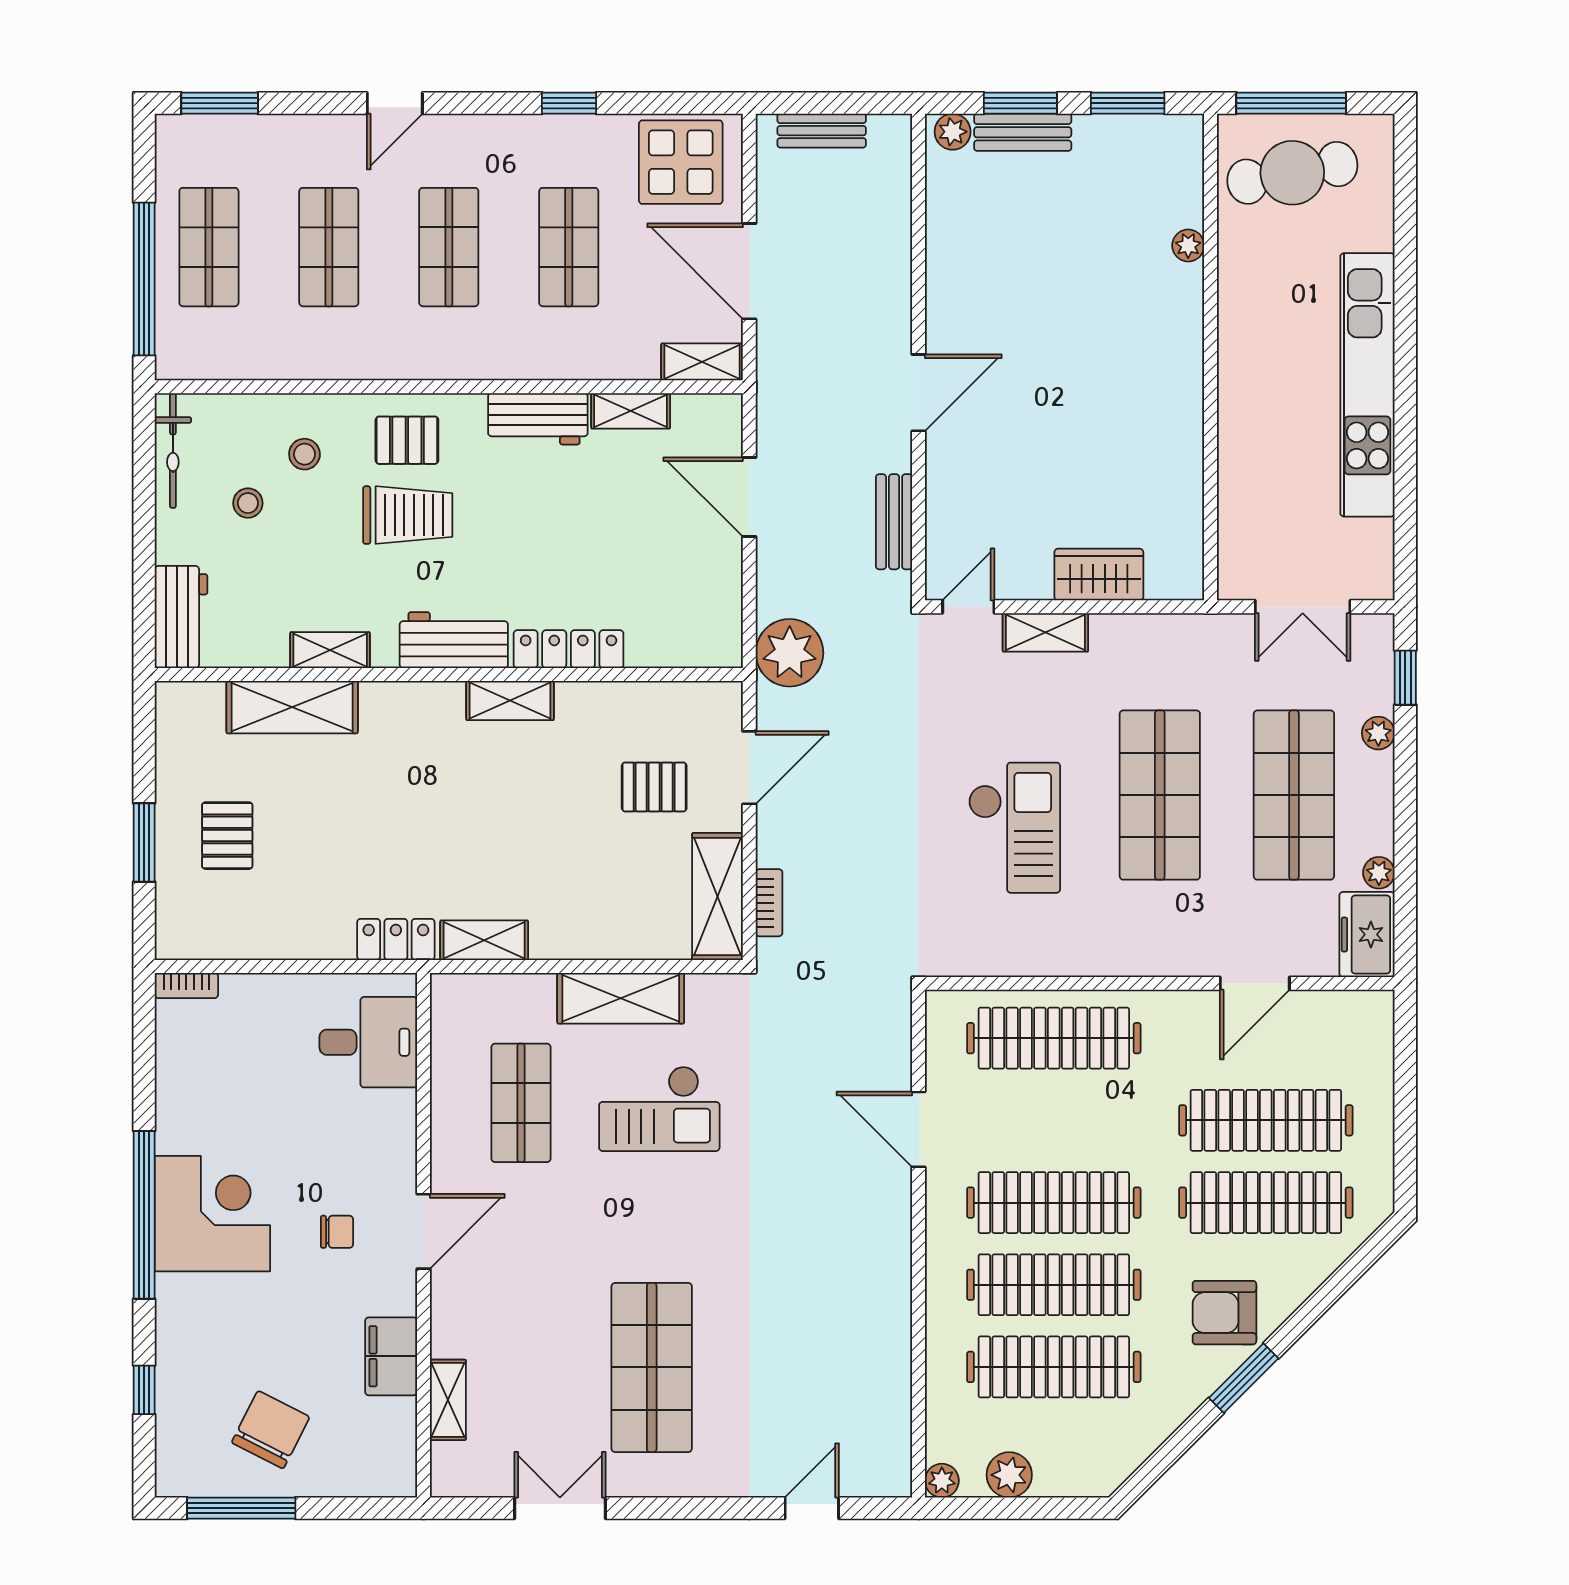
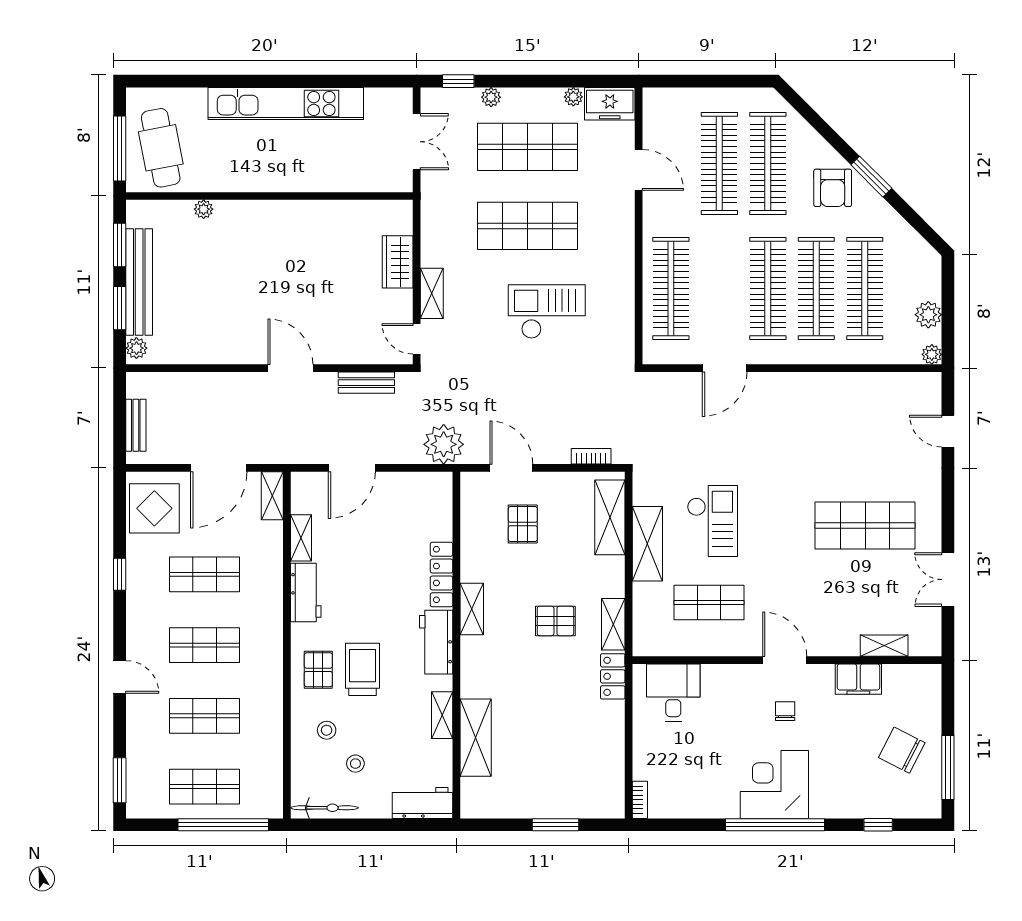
bench: (1023, 132) -> (139, 282), width x1.86, depth x1.21
pallet: (227, 836) -> (555, 621), moved
shelving: (717, 896) -> (610, 517), moved, turned 90

